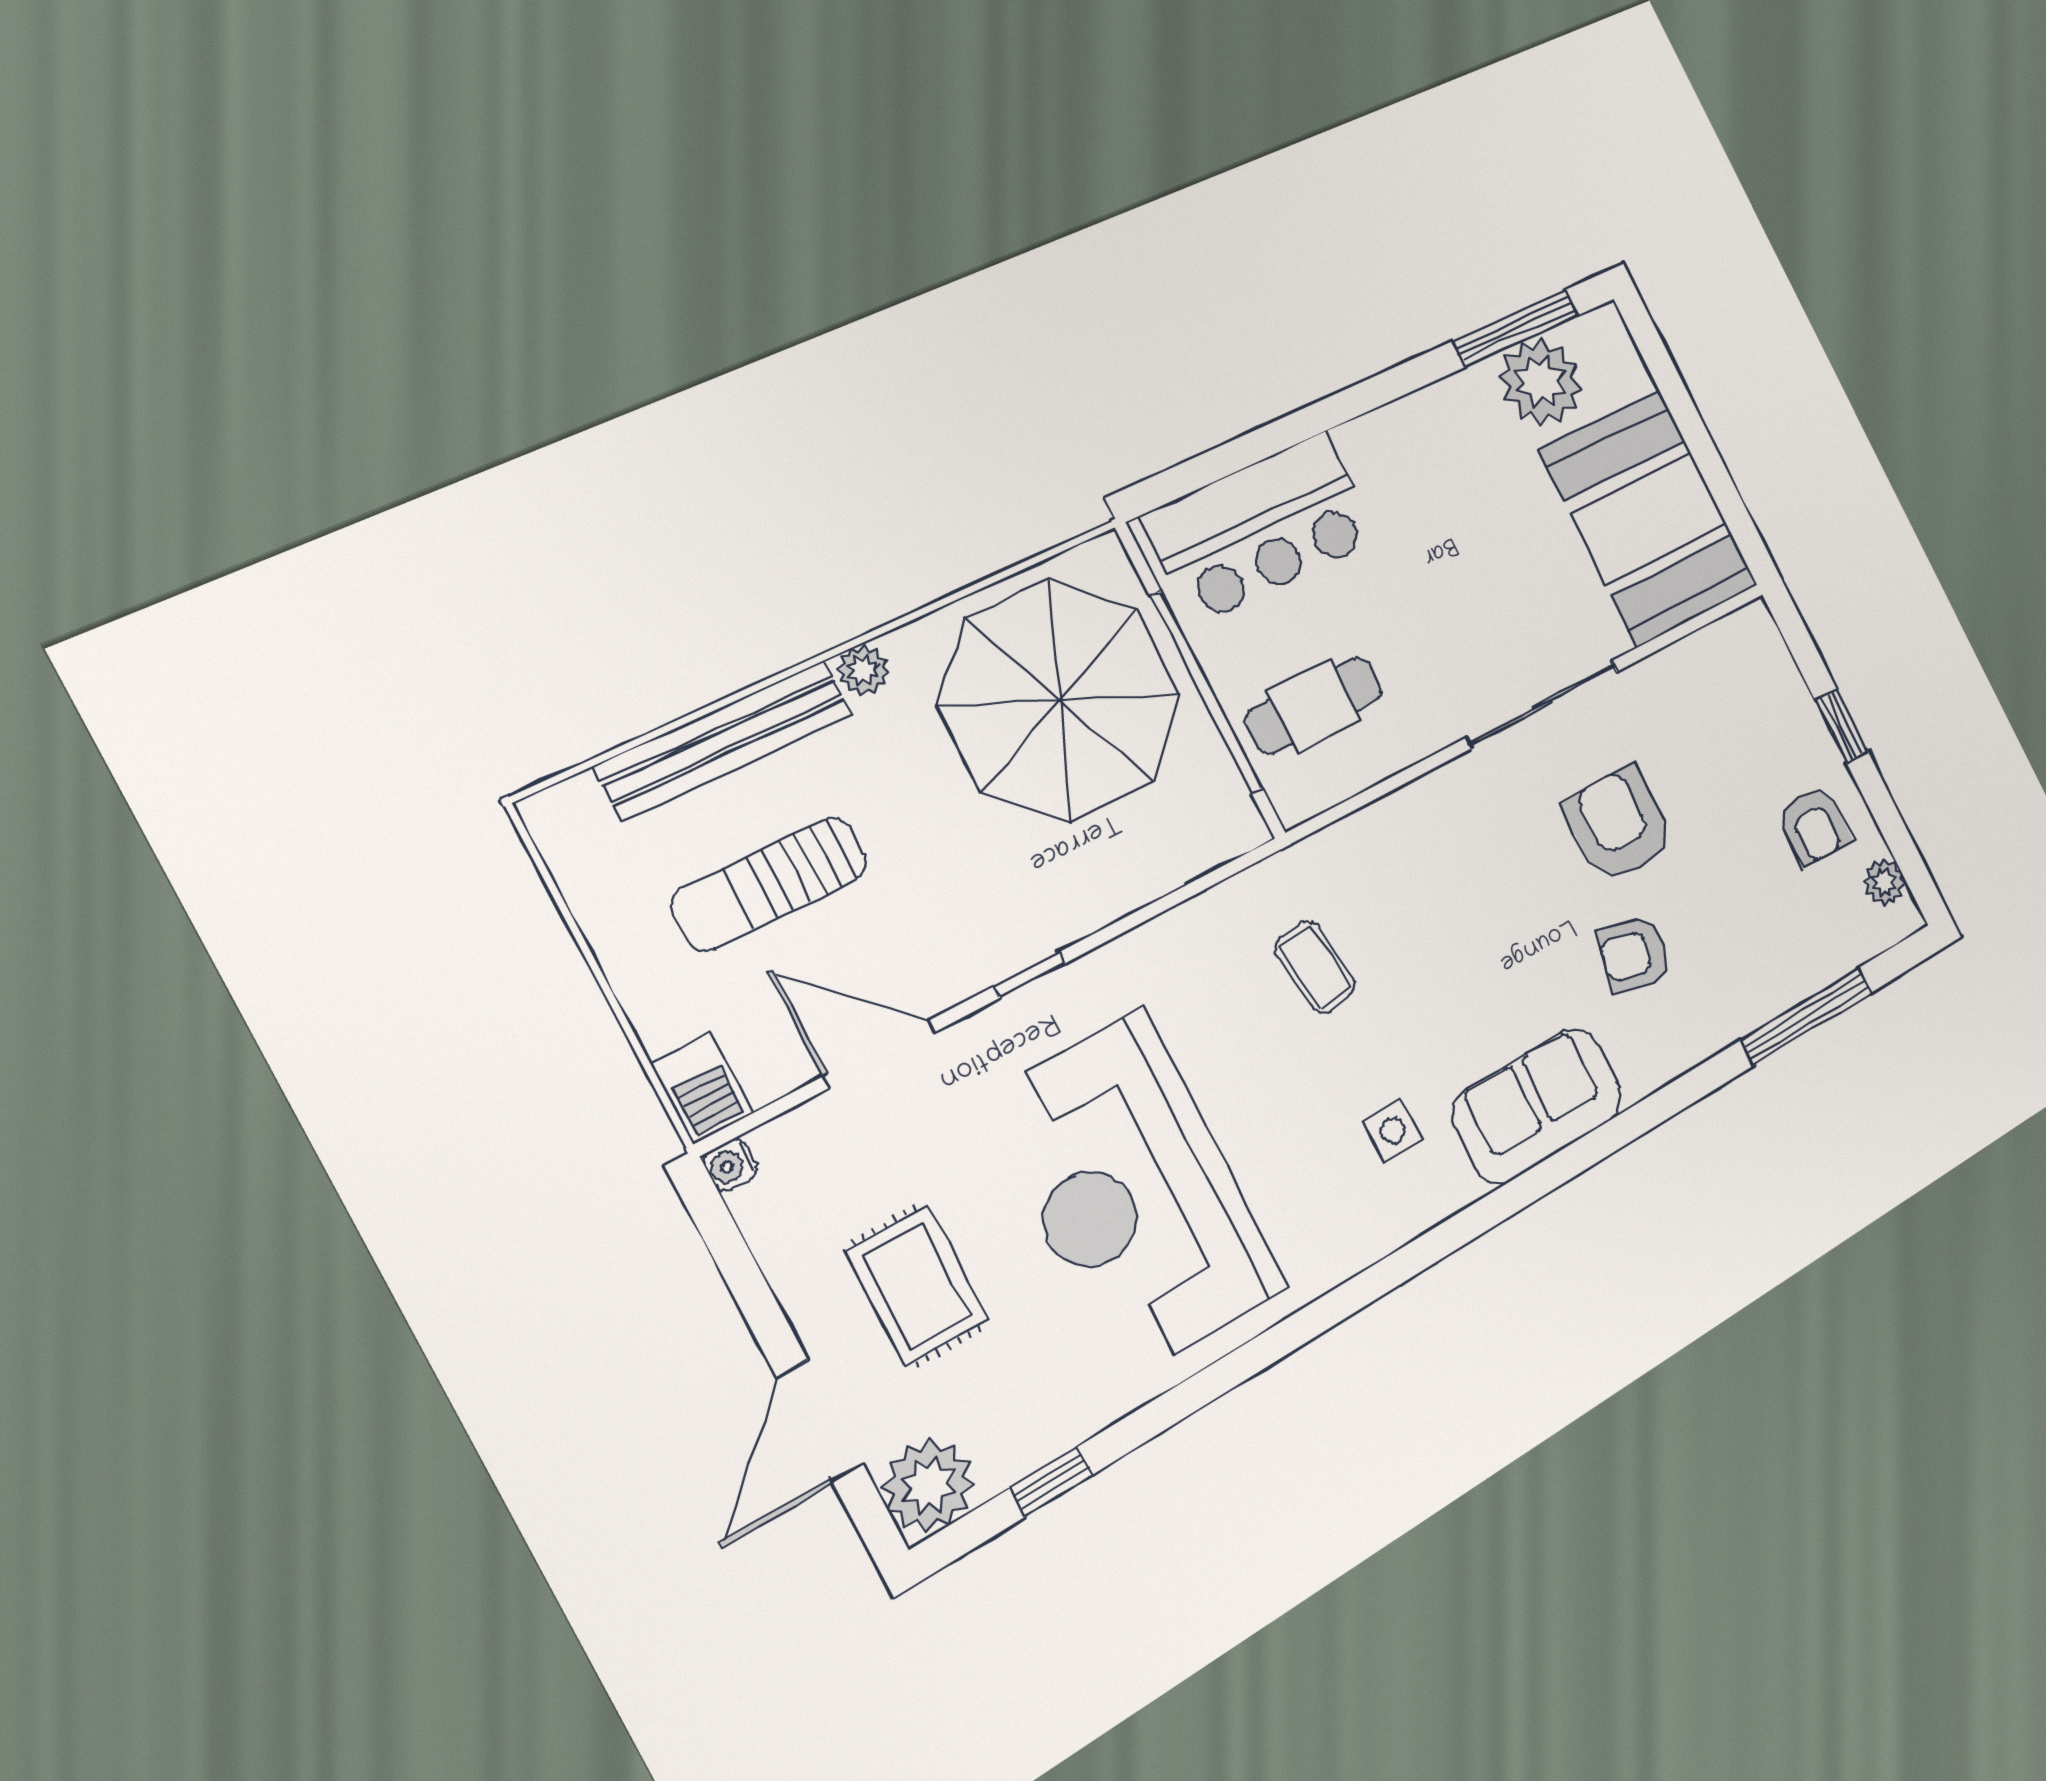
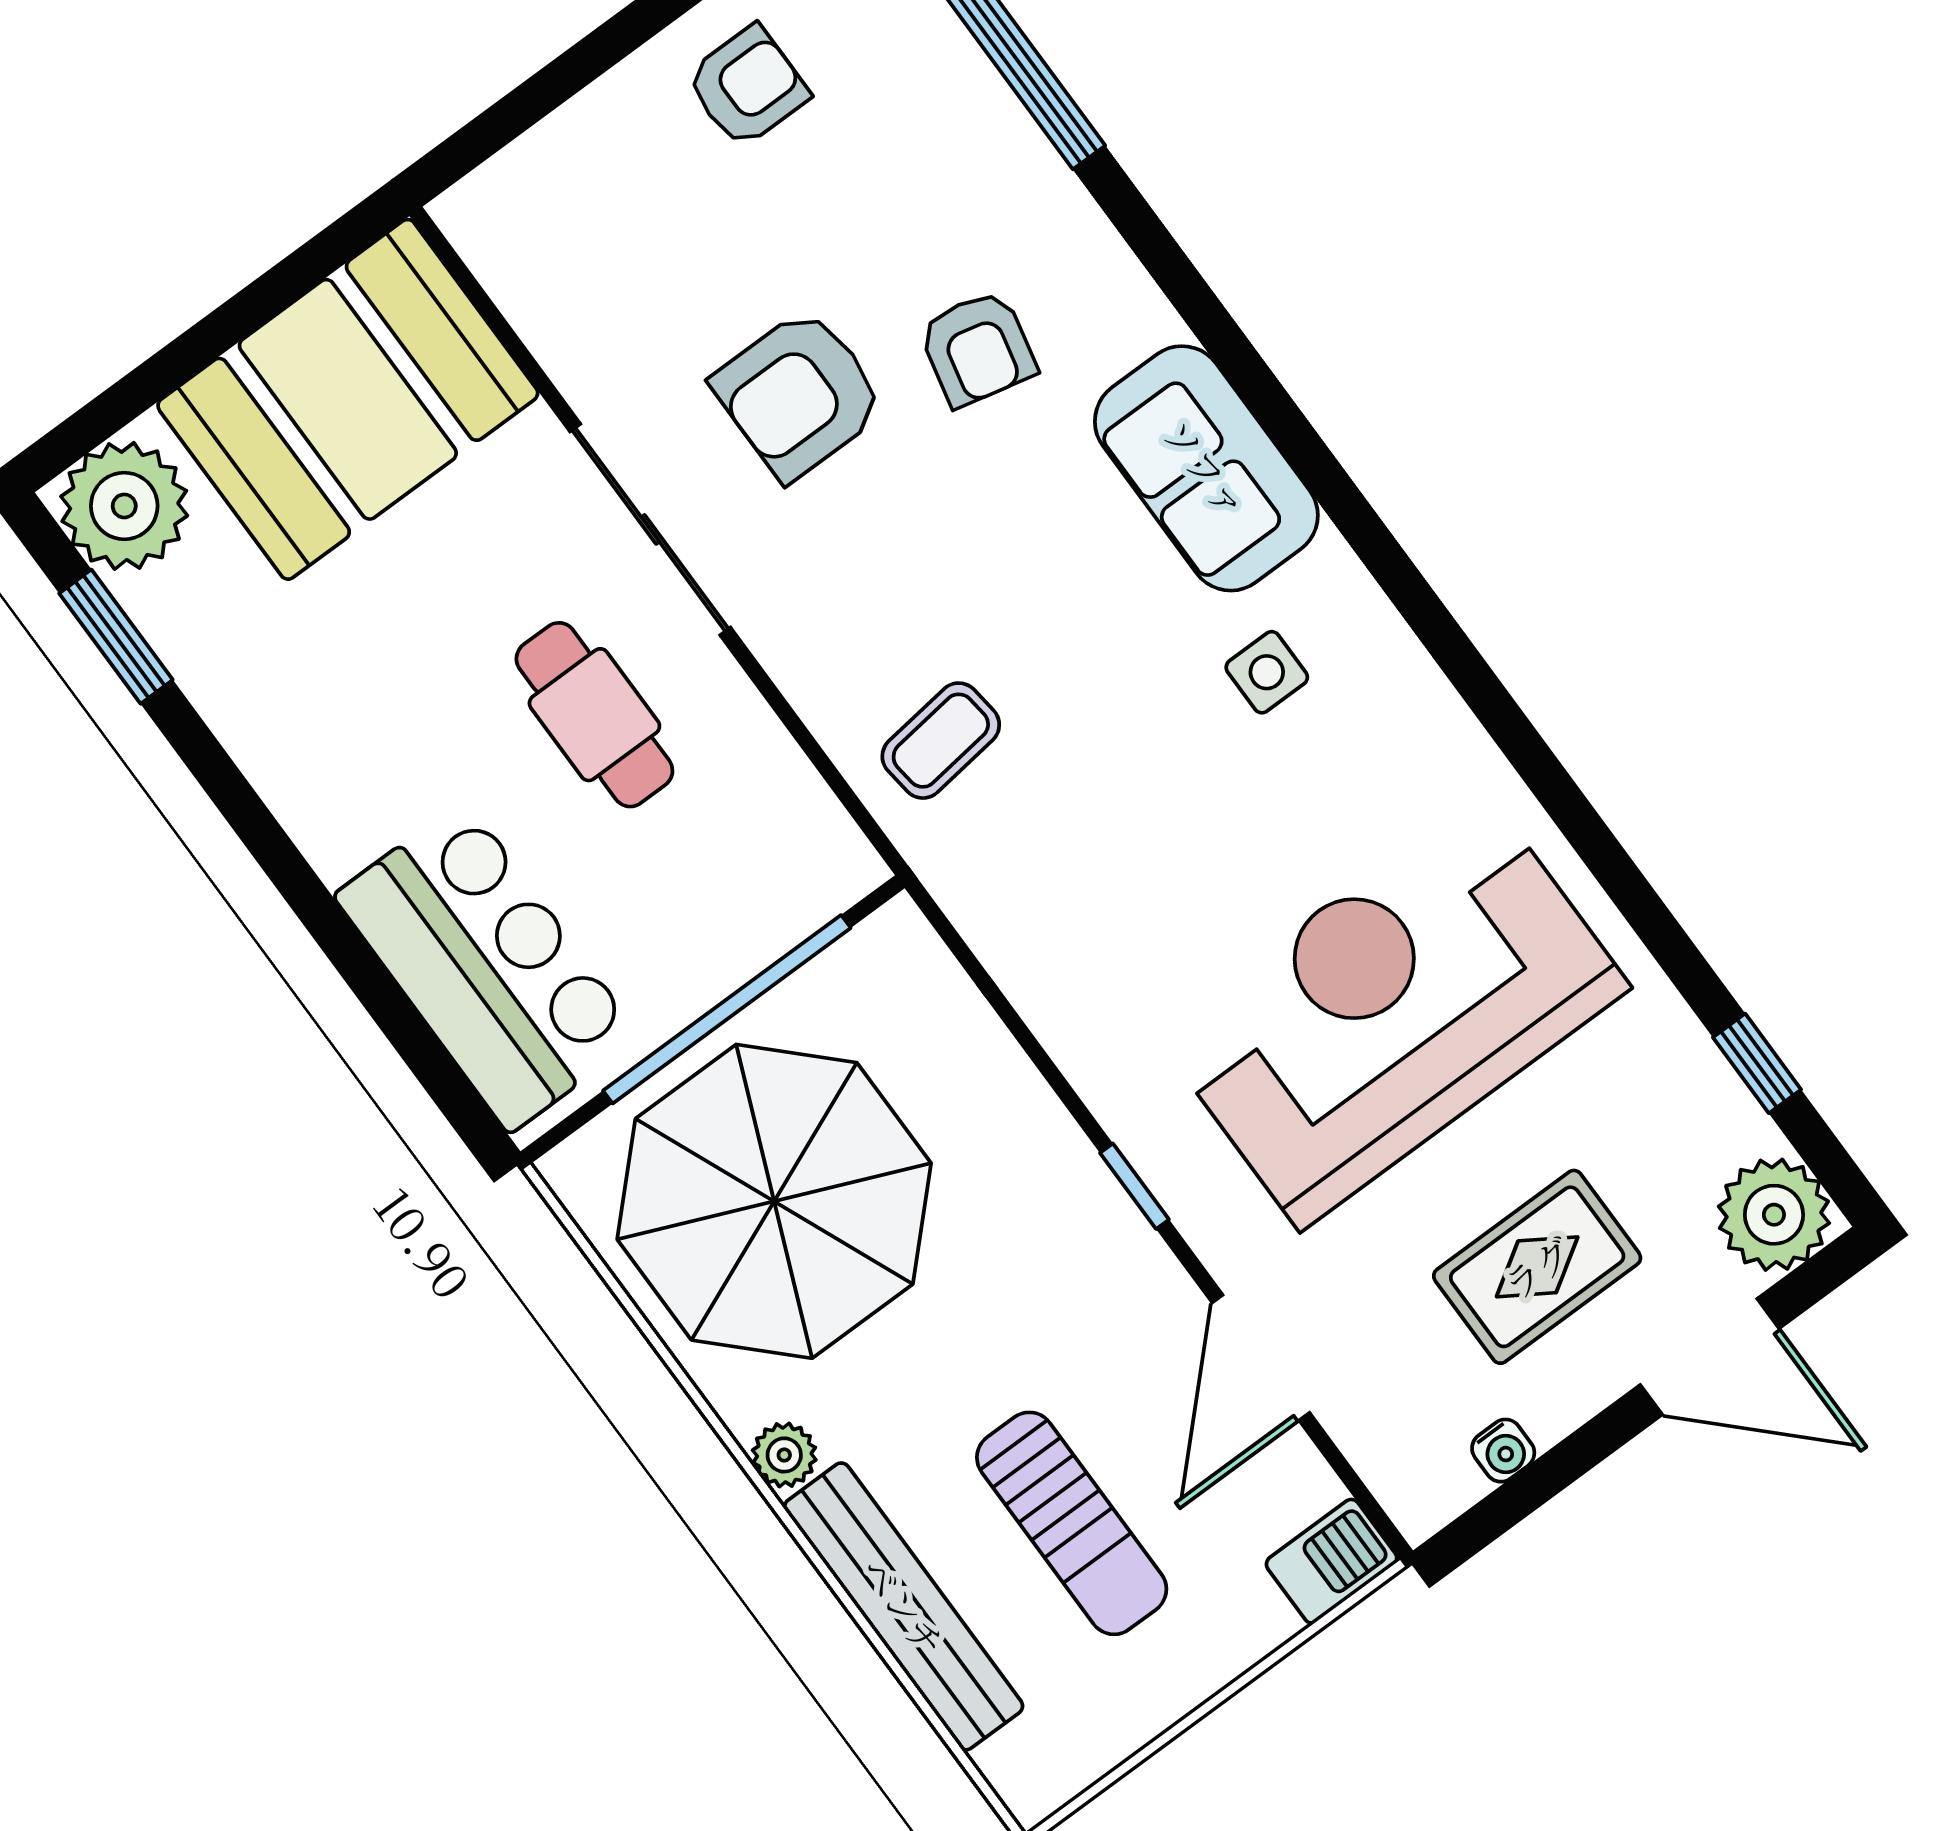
window: (1516, 328) -> (116, 637), width x0.69
plant: (1541, 382) -> (124, 506), moved
cafe table: (1314, 706) -> (594, 715), moved
window: (1842, 726) -> (592, 57), removed
coffee table: (1315, 967) -> (941, 741), moved
water cooler: (730, 1165) -> (1503, 1451), moved
reception desk: (1134, 1194) -> (1393, 1011), turned 180

